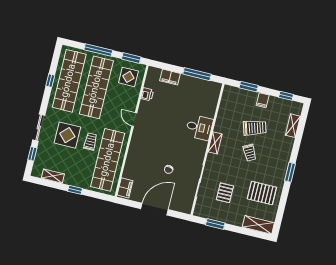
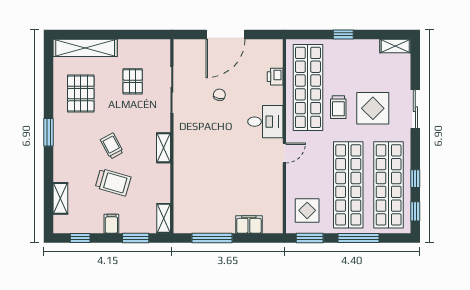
printer: (147, 94) -> (275, 77), moved
shelving: (227, 95) -> (164, 218), added
door: (134, 119) -> (284, 153), hinge flipped
desk: (199, 127) -> (265, 122), moved, turned 180
trolley: (255, 128) -> (113, 182), turned -147
window: (32, 154) -> (415, 211), moved
shelving: (53, 176) -> (395, 46), moved
filing cabinet: (125, 188) -> (274, 54), removed
pallet: (262, 193) -> (81, 94), turned 90
window: (215, 224) -> (136, 34), removed
shelving: (258, 225) -> (85, 48), width x1.47

